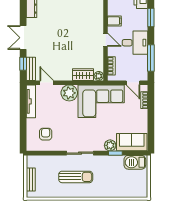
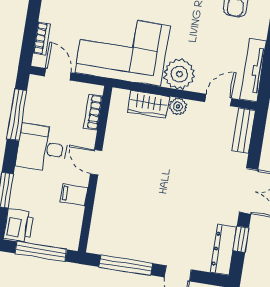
window: (23, 64) -> (241, 239), moved
plant: (99, 76) -> (178, 106), moved
door: (47, 83) -> (218, 100), swing flipped

